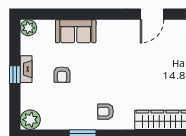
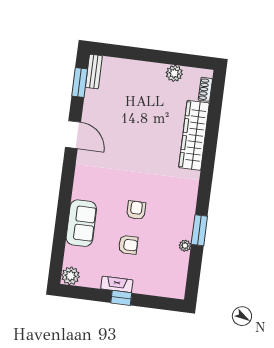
armchair: (106, 112) -> (136, 210), moved, turned 180
plant: (30, 120) -> (185, 246), moved, width x0.53, depth x0.53

